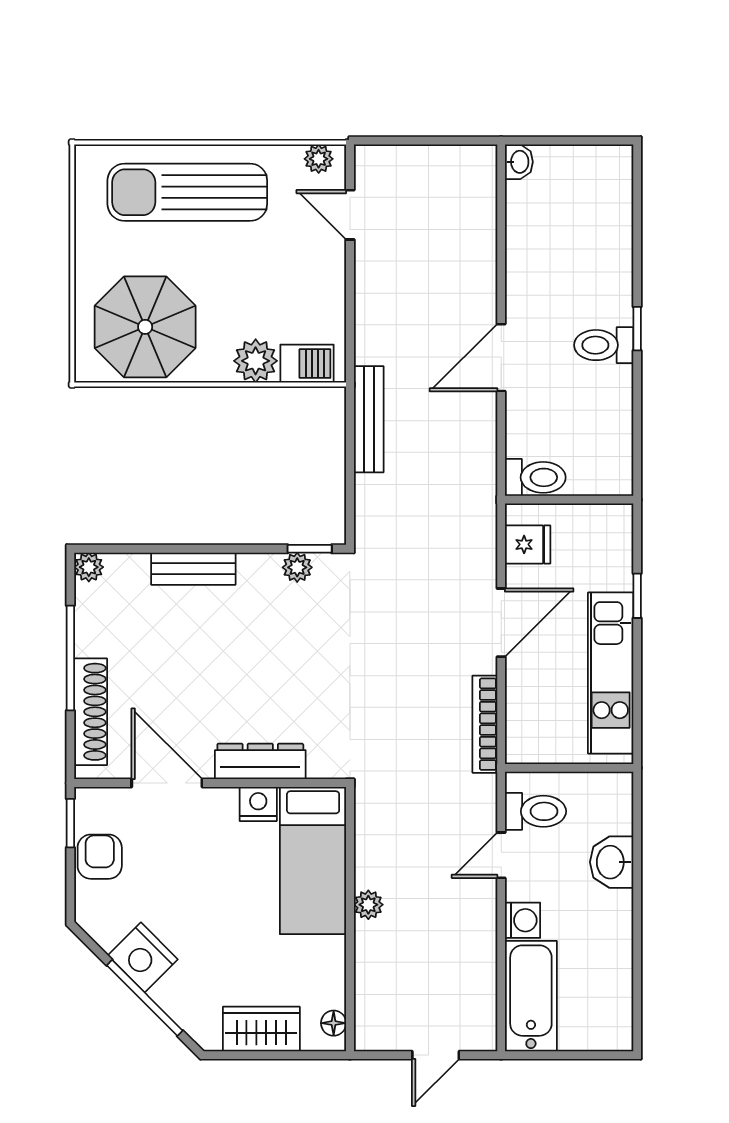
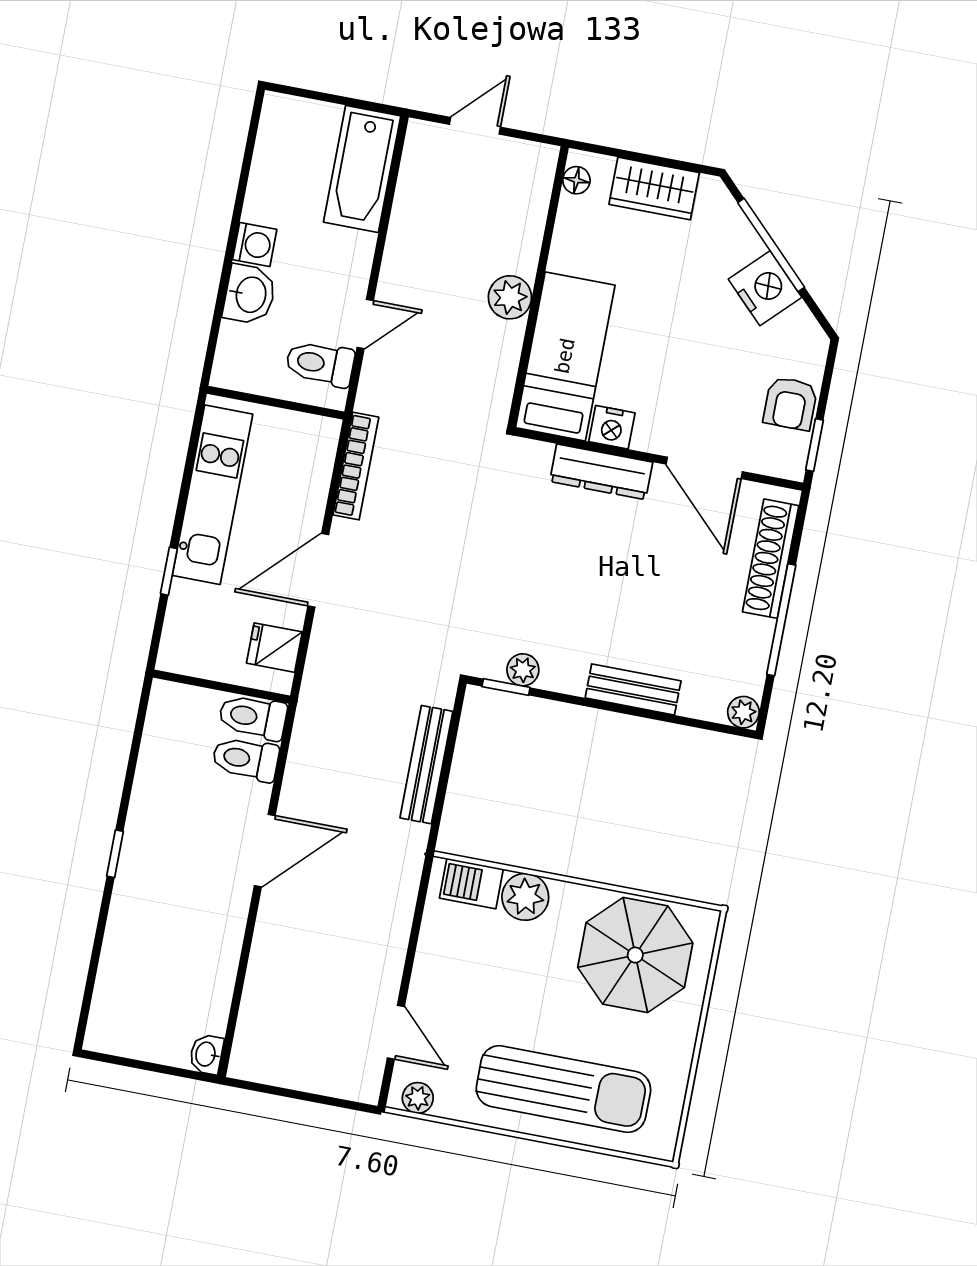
toilet: (604, 345) -> (246, 759), moved, turned 180
bench: (369, 419) -> (426, 765), moved
plant: (368, 905) -> (510, 297), width x1.38, depth x1.38
washing machine: (523, 920) -> (255, 244), moved, turned 180

